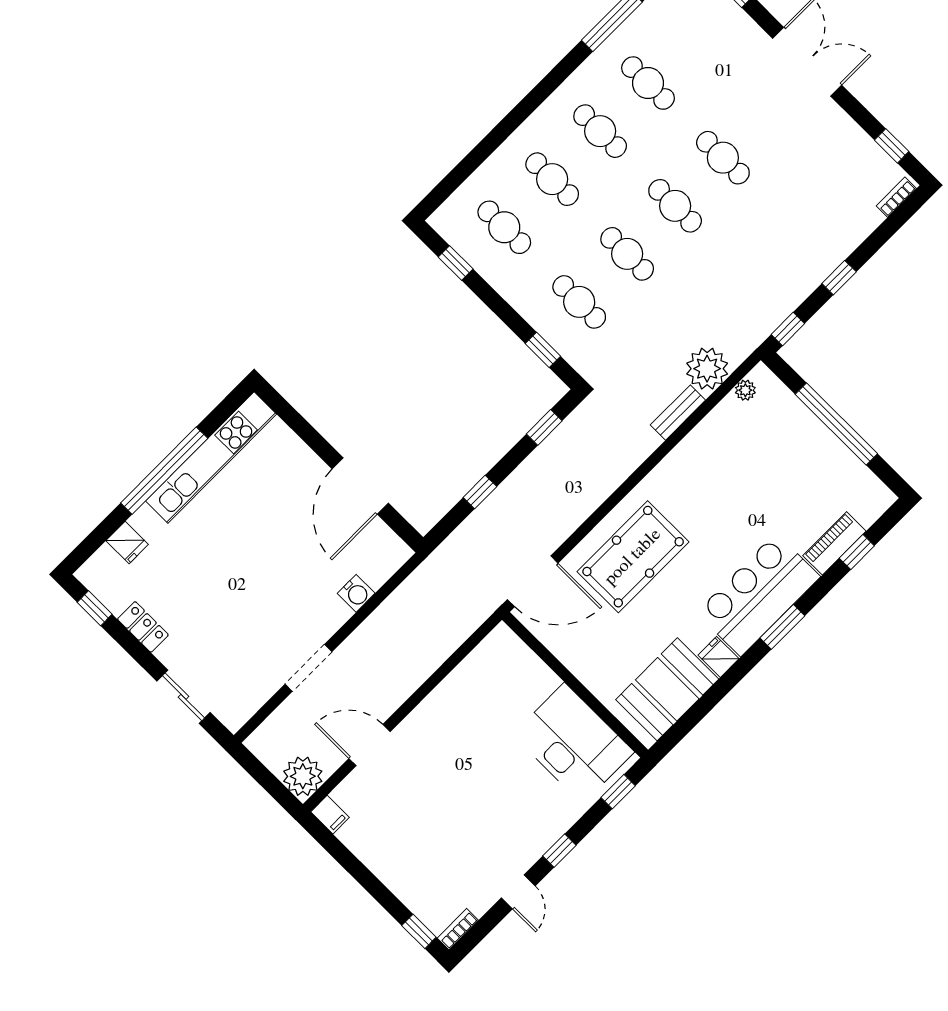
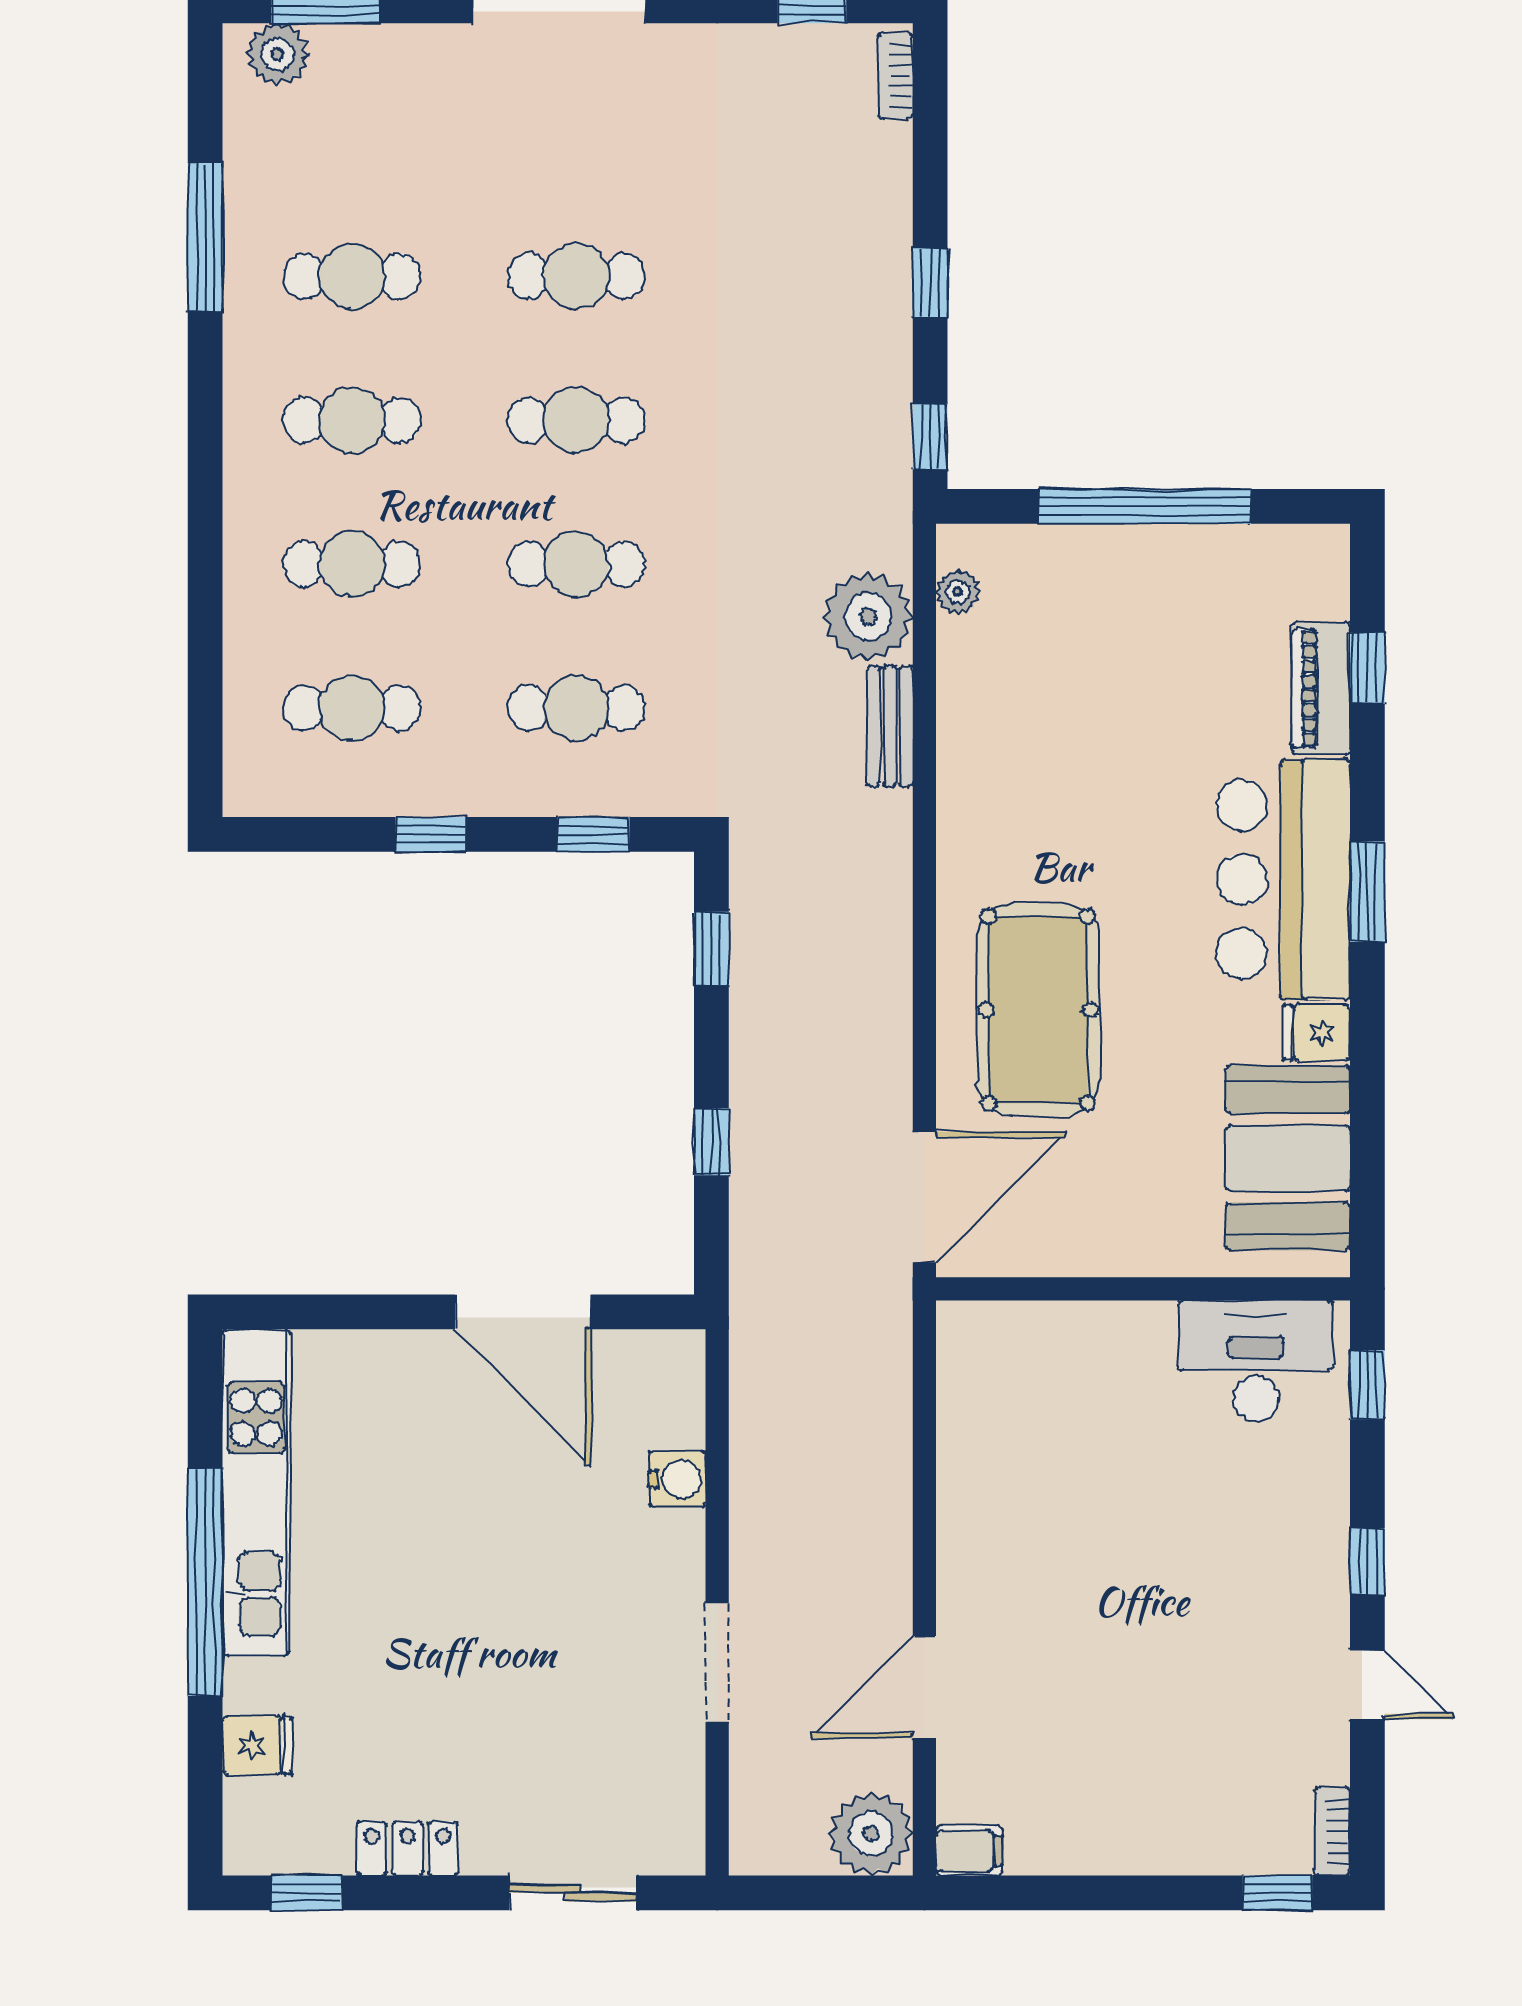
window: (456, 263) -> (430, 834), moved
desk: (573, 743) -> (1256, 1361), width x0.73, depth x0.77

